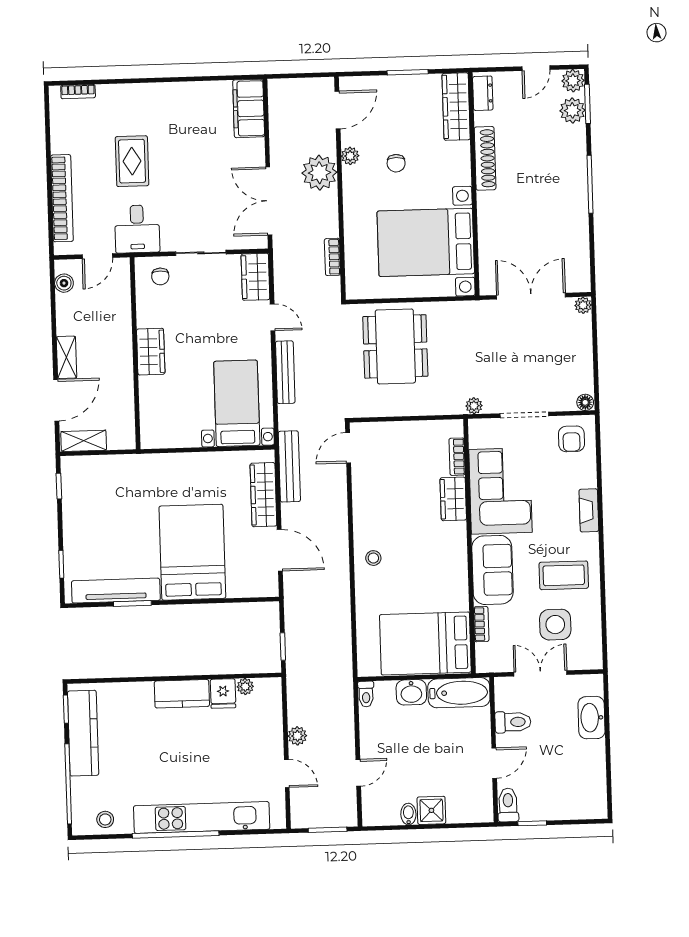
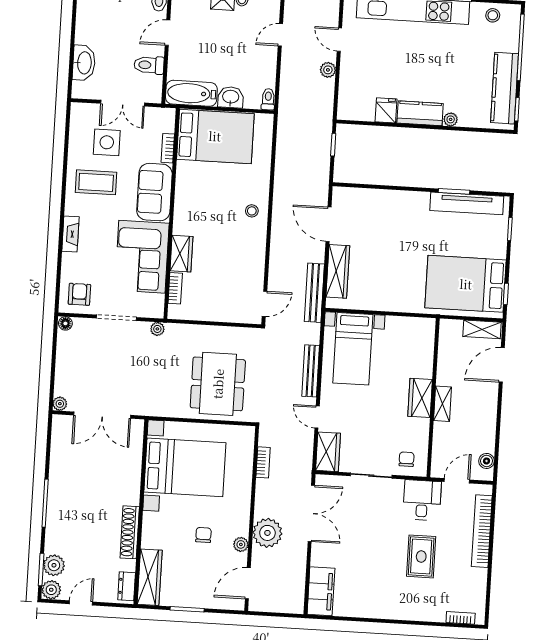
shelving: (67, 357) -> (442, 404), moved
bed: (192, 552) -> (466, 284), moved, turned 90
plant: (245, 687) -> (451, 119), moved

